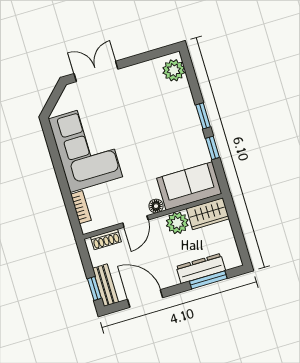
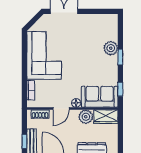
plant: (174, 70) -> (111, 48), moved
window: (213, 148) -> (120, 89), moved

